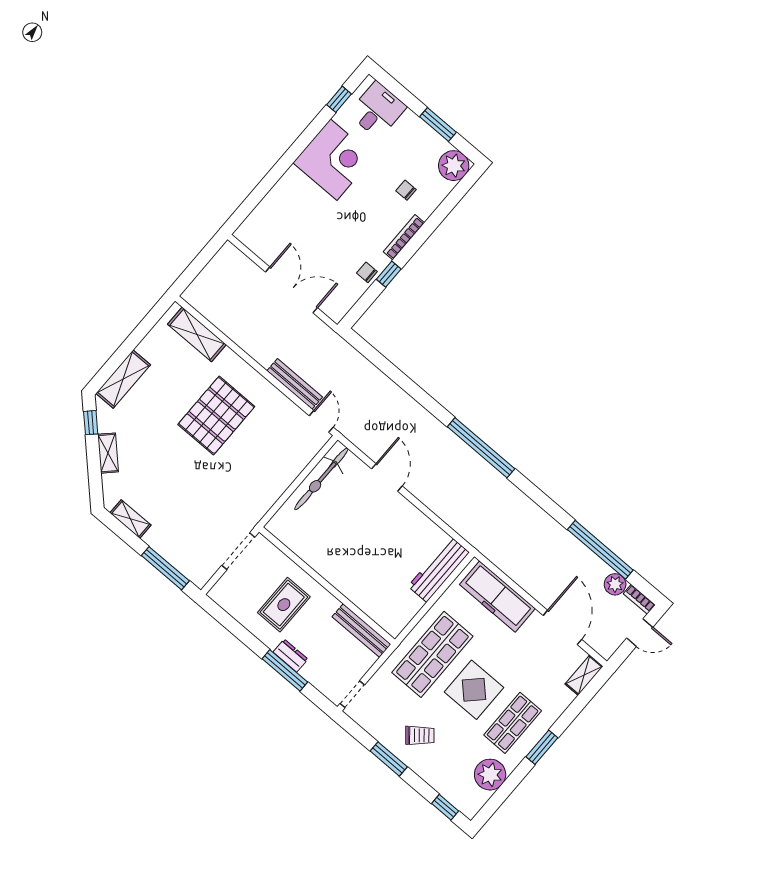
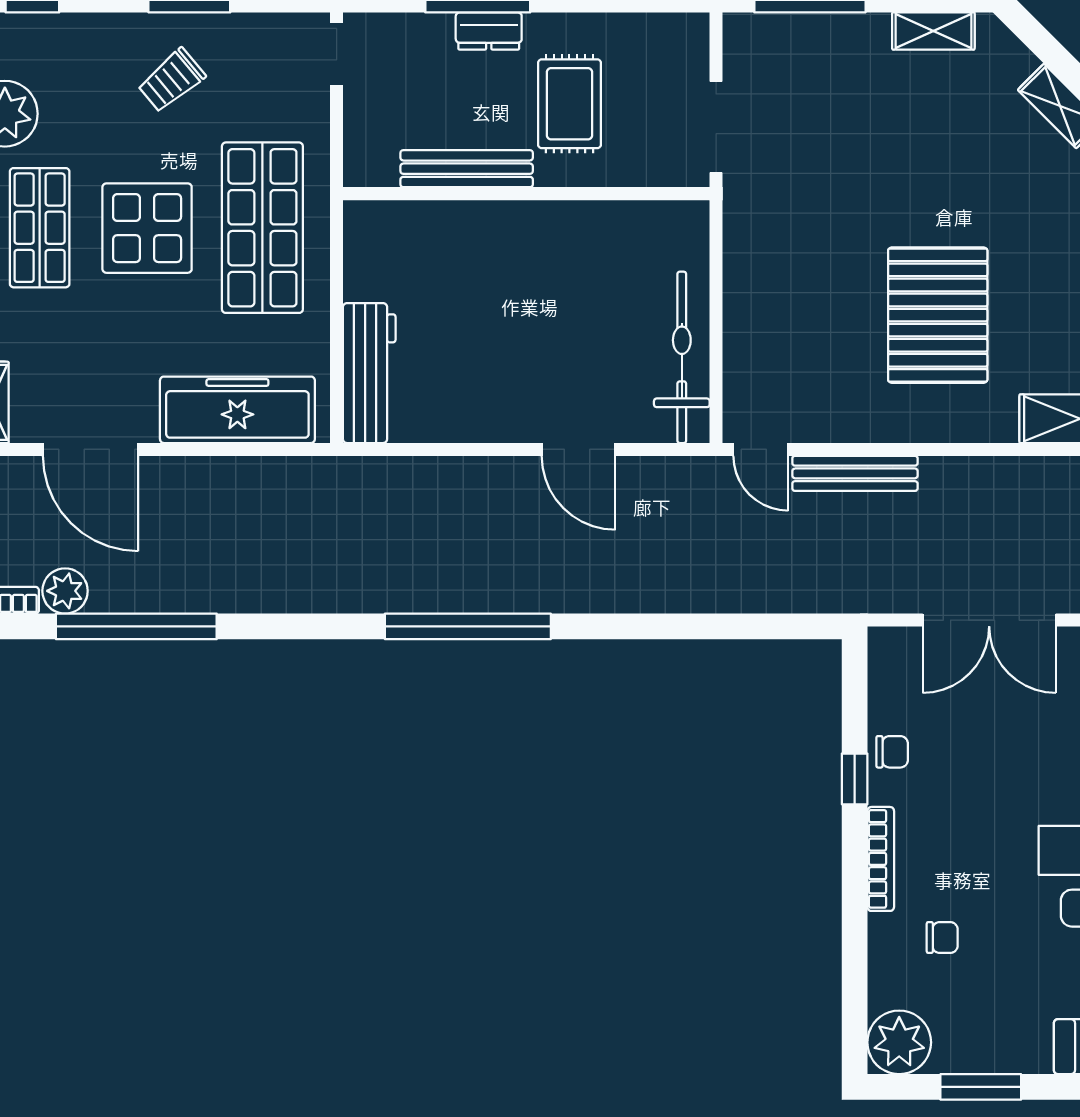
bench: (361, 631) -> (467, 169), moved

